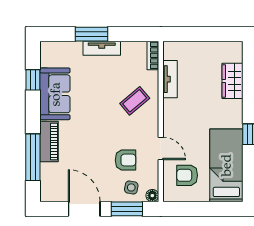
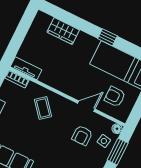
tv unit: (170, 79) -> (26, 68), moved
armchair: (126, 160) -> (82, 135), turned 180
armchair: (187, 175) -> (115, 97), turned 90

